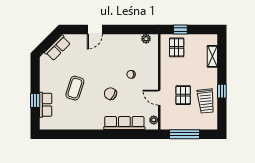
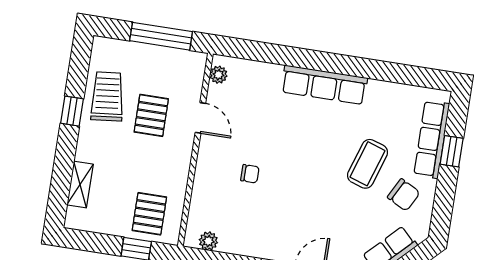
chair: (110, 94) -> (404, 195), moved
row of seats: (46, 105) -> (432, 139), width x1.48
row of seats: (124, 123) -> (324, 85), moved

